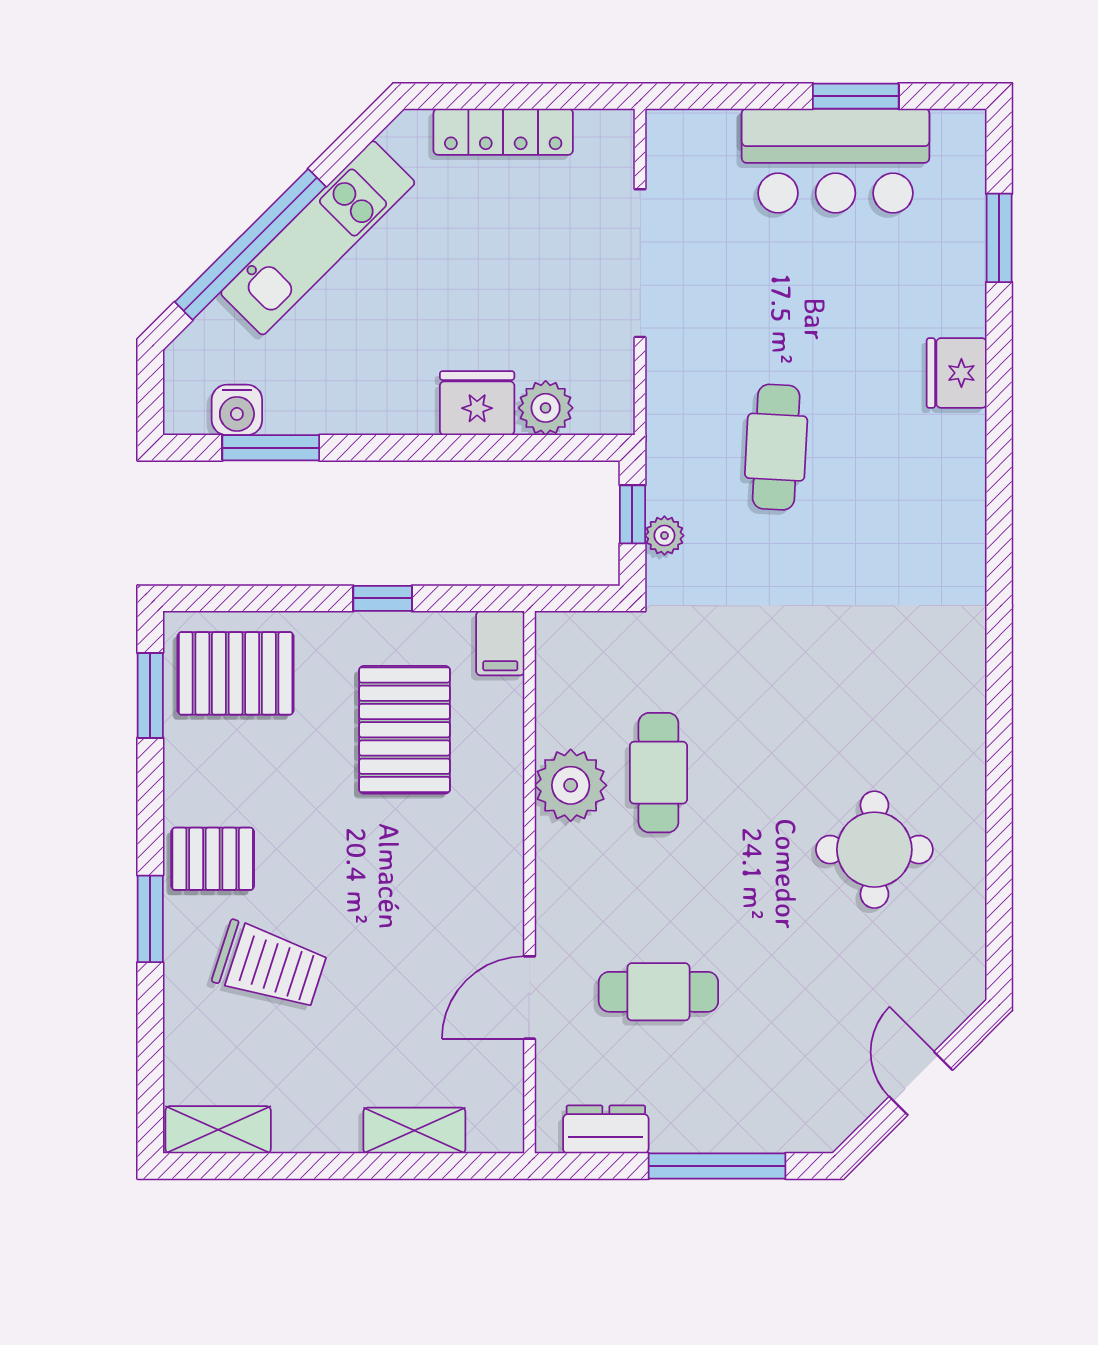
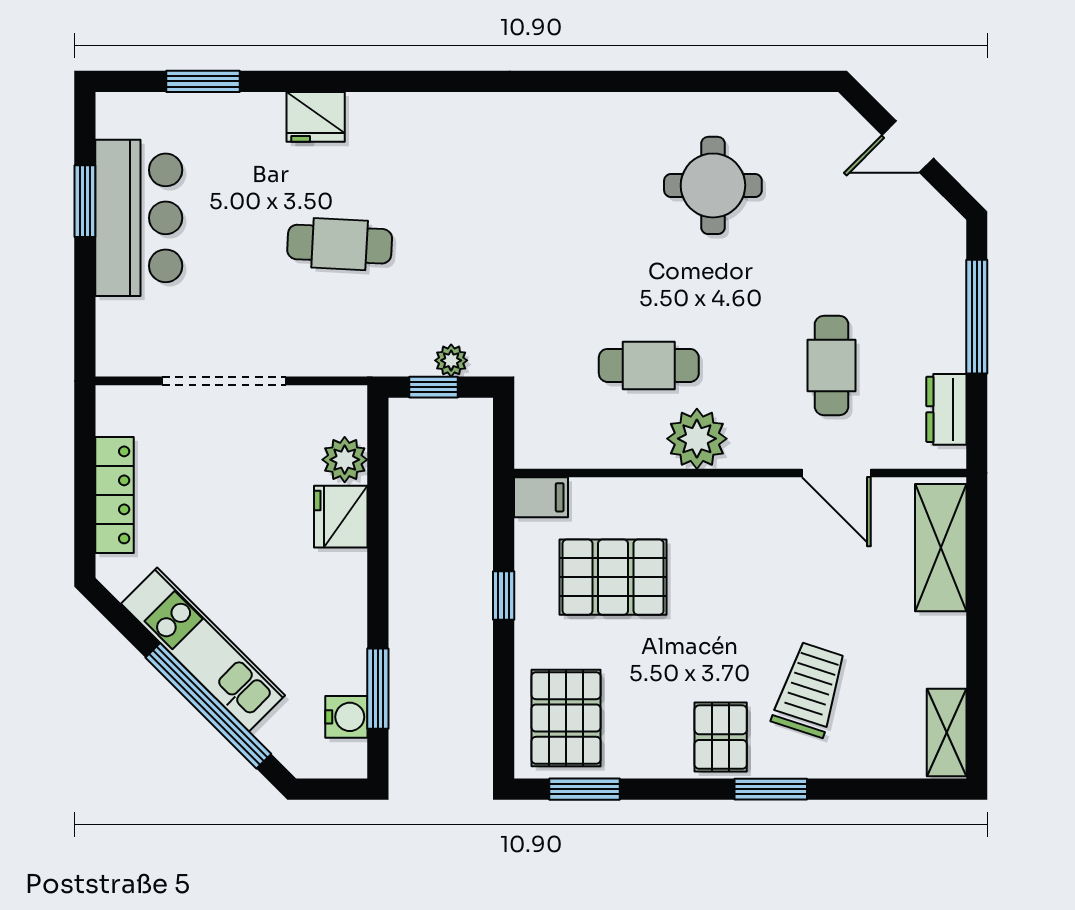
cafe table: (776, 447) -> (340, 244), moved
plant: (571, 785) -> (697, 439), moved
shelving: (414, 1130) -> (941, 548), width x1.50, depth x1.33

